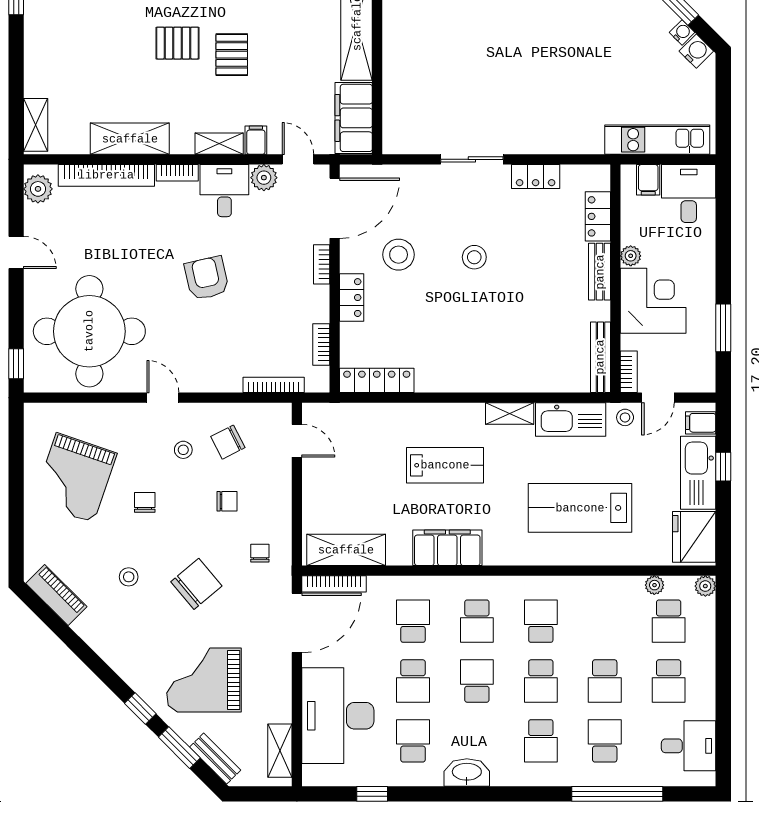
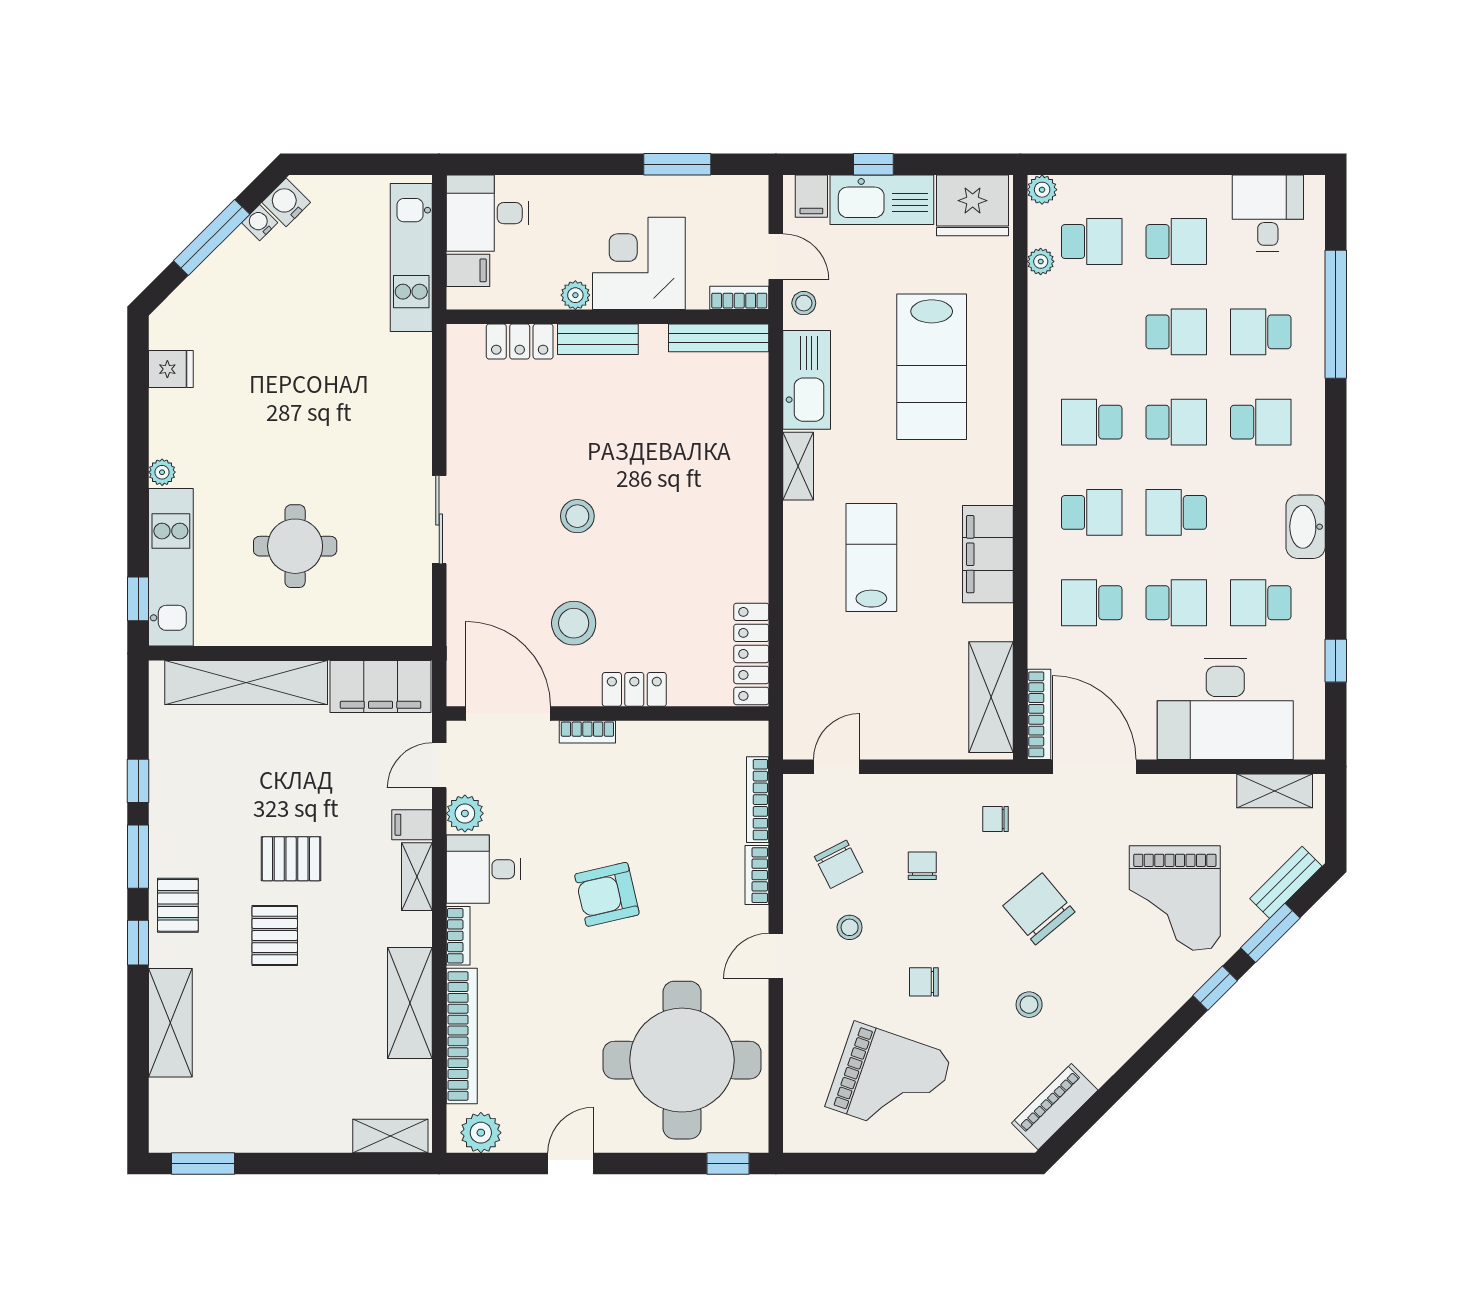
round table: (453, 57) -> (295, 546), added
locker: (536, 177) -> (463, 429), removed
bookcase: (321, 344) -> (757, 875), moved, turned 90

